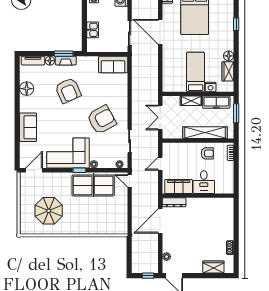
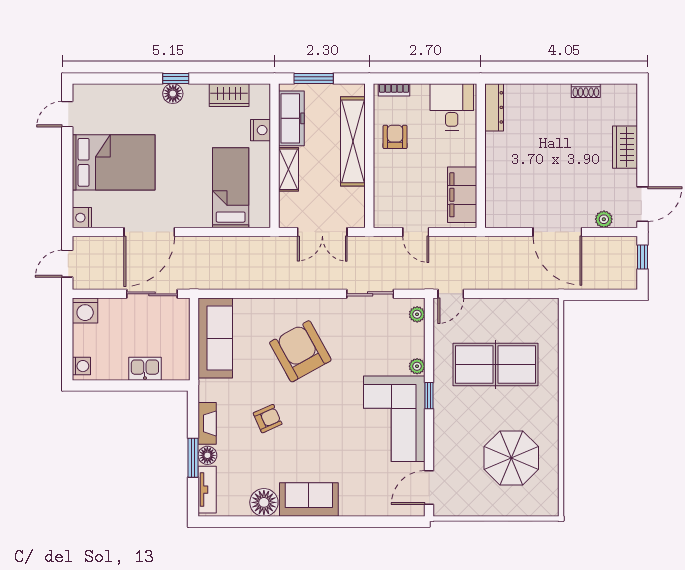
window: (236, 24) -> (176, 78), moved
window: (64, 54) -> (193, 458), moved
floor lamp: (229, 56) -> (173, 94), moved
sofa: (113, 65) -> (215, 338), width x1.36
bed: (196, 72) -> (231, 188), moved, turned 90
armchair: (68, 90) -> (268, 419), width x0.53, depth x0.53
armchair: (102, 120) -> (300, 351), moved
sofa: (28, 127) -> (309, 500), moved
door: (34, 170) -> (429, 488), hinge flipped
desk: (204, 182) -> (452, 107), moved, turned -90
table tennis table: (93, 185) -> (496, 365), moved, turned 90
dresser: (174, 202) -> (494, 107), moved
door: (160, 221) -> (557, 232), moved
wardrobe: (213, 267) -> (625, 147), moved

